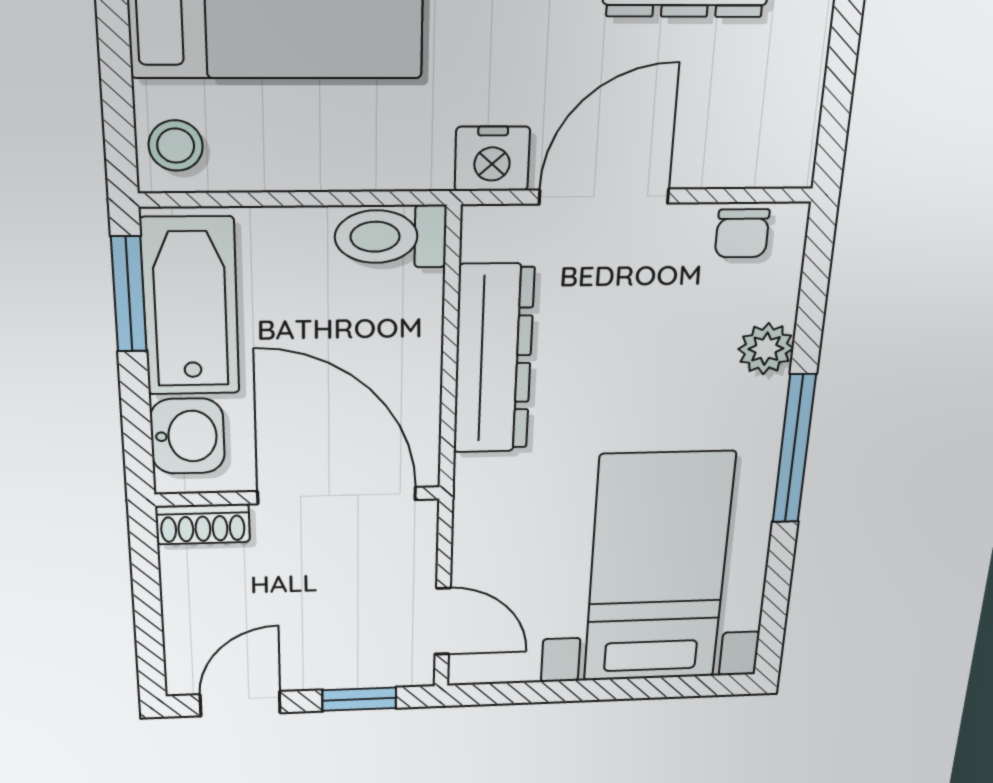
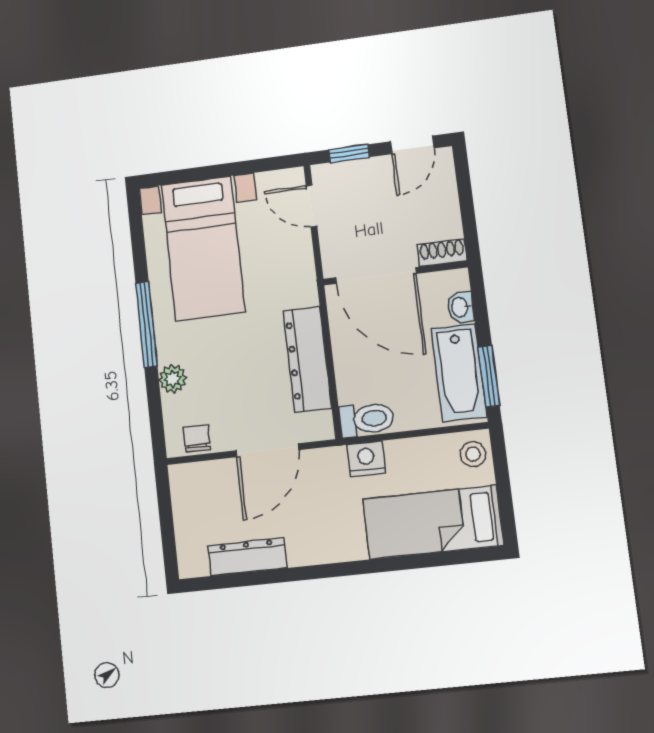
nightstand: (492, 159) -> (366, 459), moved
washbasin: (187, 436) -> (460, 307), width x0.72, depth x0.69

